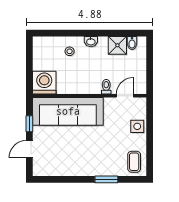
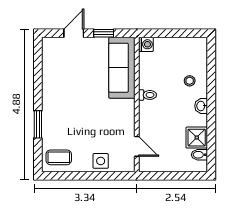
washing machine: (44, 83) -> (146, 44), width x0.53, depth x0.53
toilet: (106, 87) -> (148, 95), moved
sofa: (68, 111) -> (122, 68), width x0.74, depth x0.79
door: (29, 149) -> (74, 33), hinge flipped

